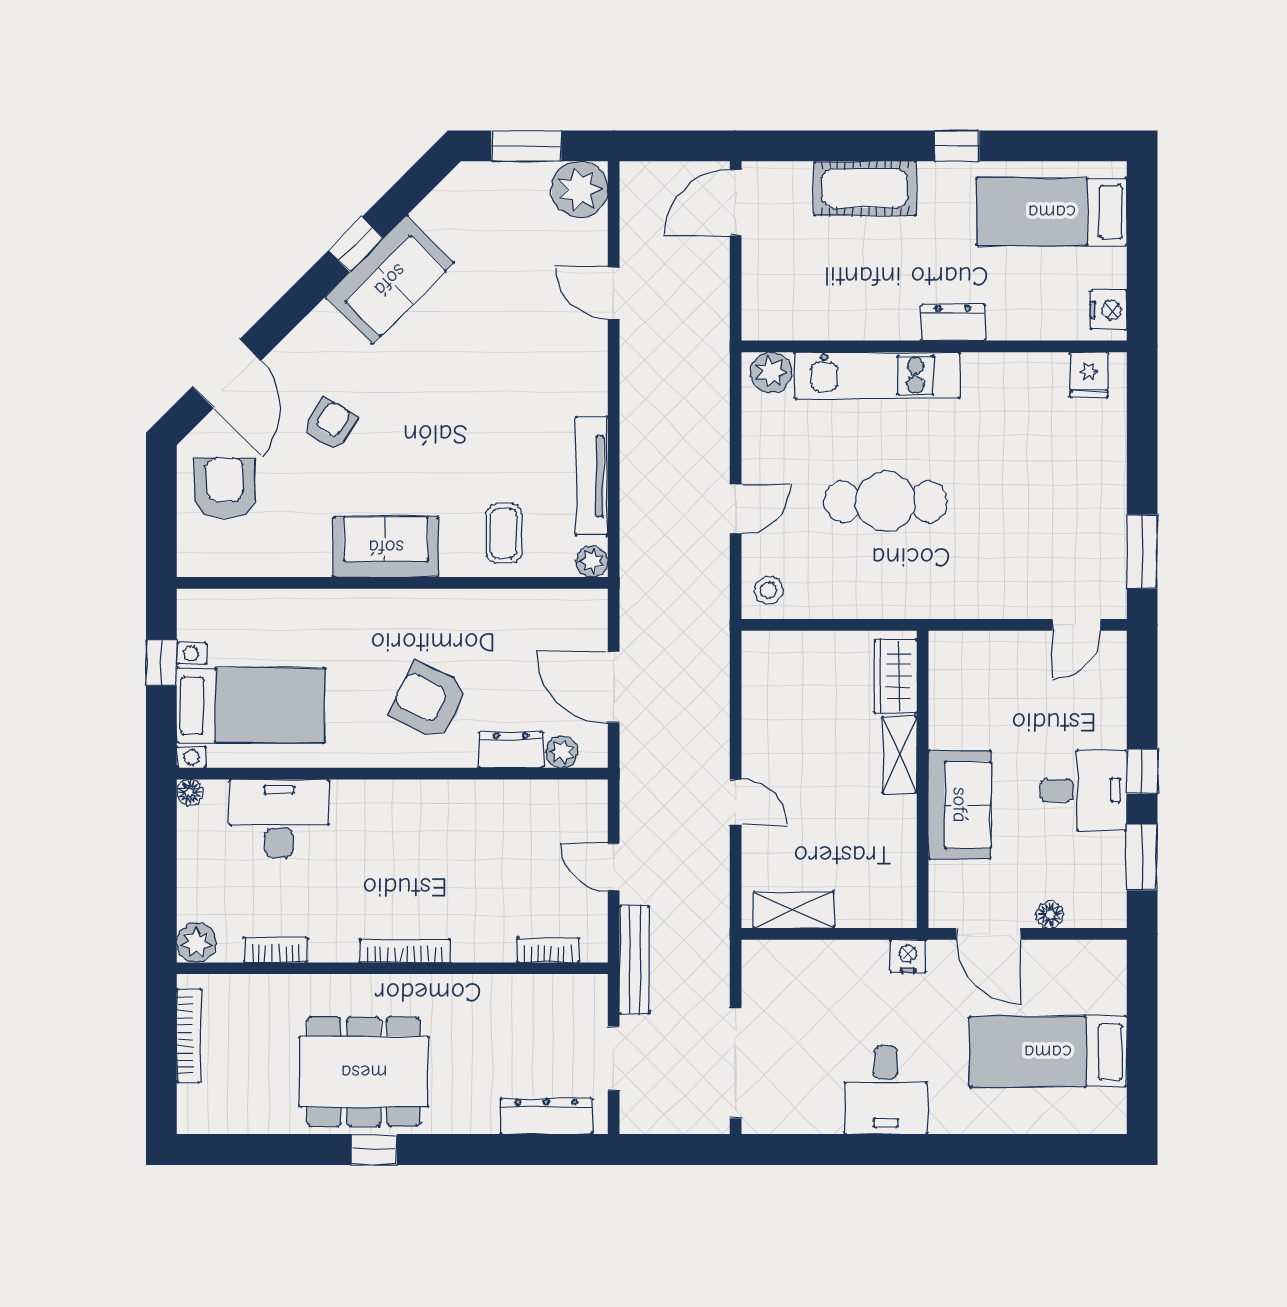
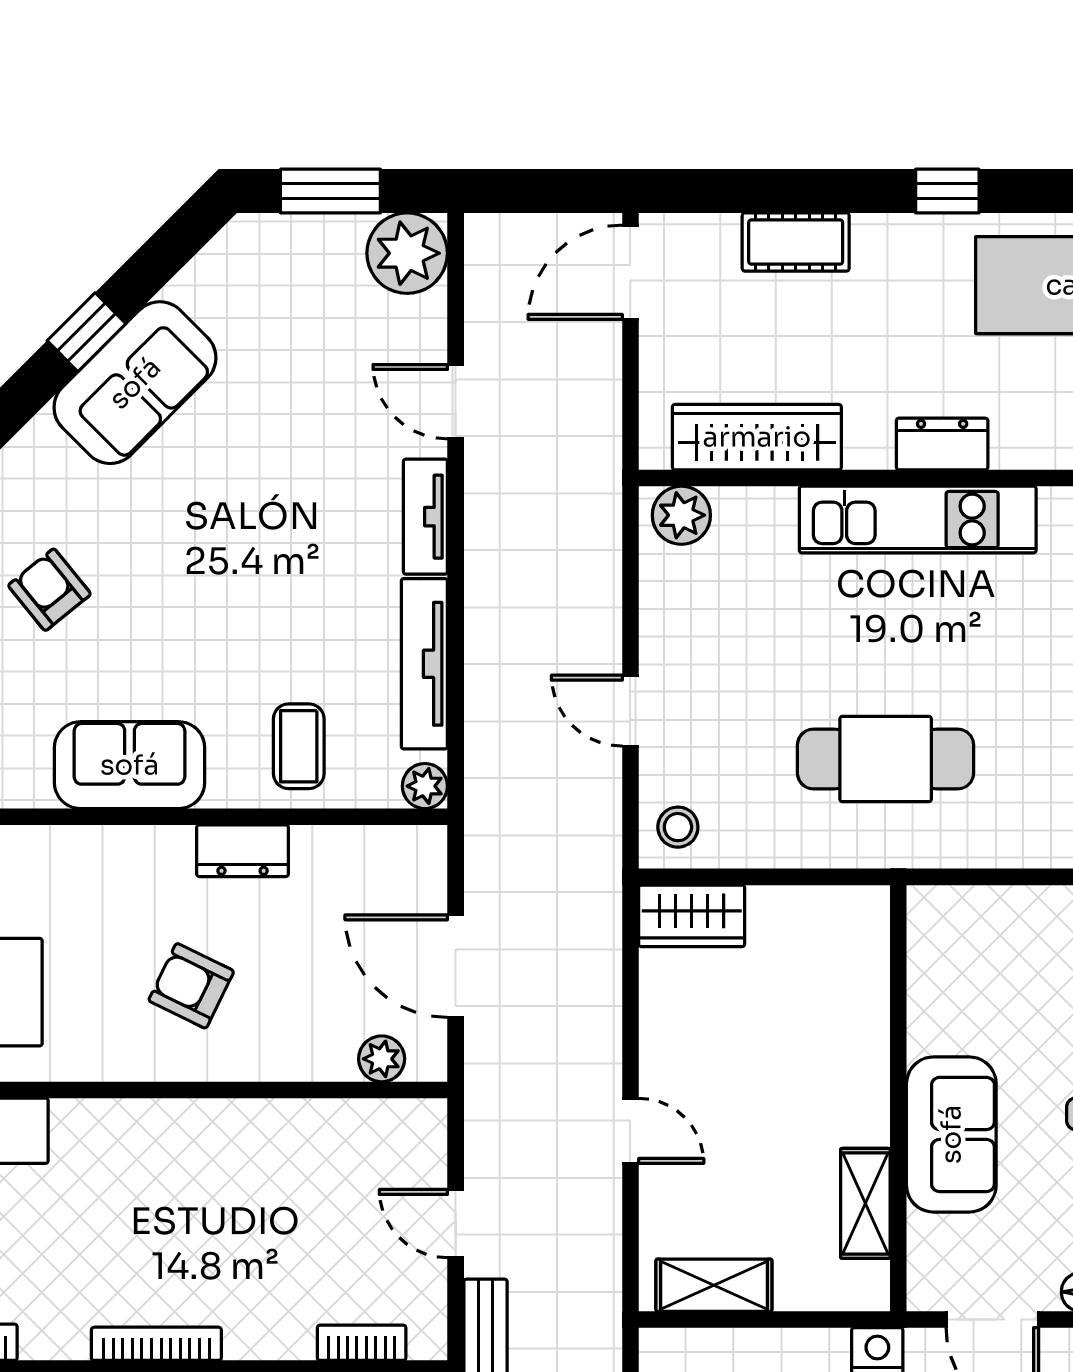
cot: (865, 188) -> (796, 242), width x0.73, depth x0.75
wardrobe: (824, 318) -> (757, 437), added
tv unit: (592, 373) -> (425, 517), added
kitchen unit: (877, 375) -> (918, 520), moved
armchair: (330, 424) -> (49, 590), turned -71
cafe table: (886, 501) -> (886, 759), moved
door: (736, 509) -> (630, 711), swing flipped
wardrobe: (895, 676) -> (692, 916), moved, turned -90
armchair: (429, 701) -> (191, 986), width x0.72, depth x0.72
dresser: (511, 750) -> (243, 851), moved, turned 180
shelving: (900, 755) -> (865, 1203), moved

